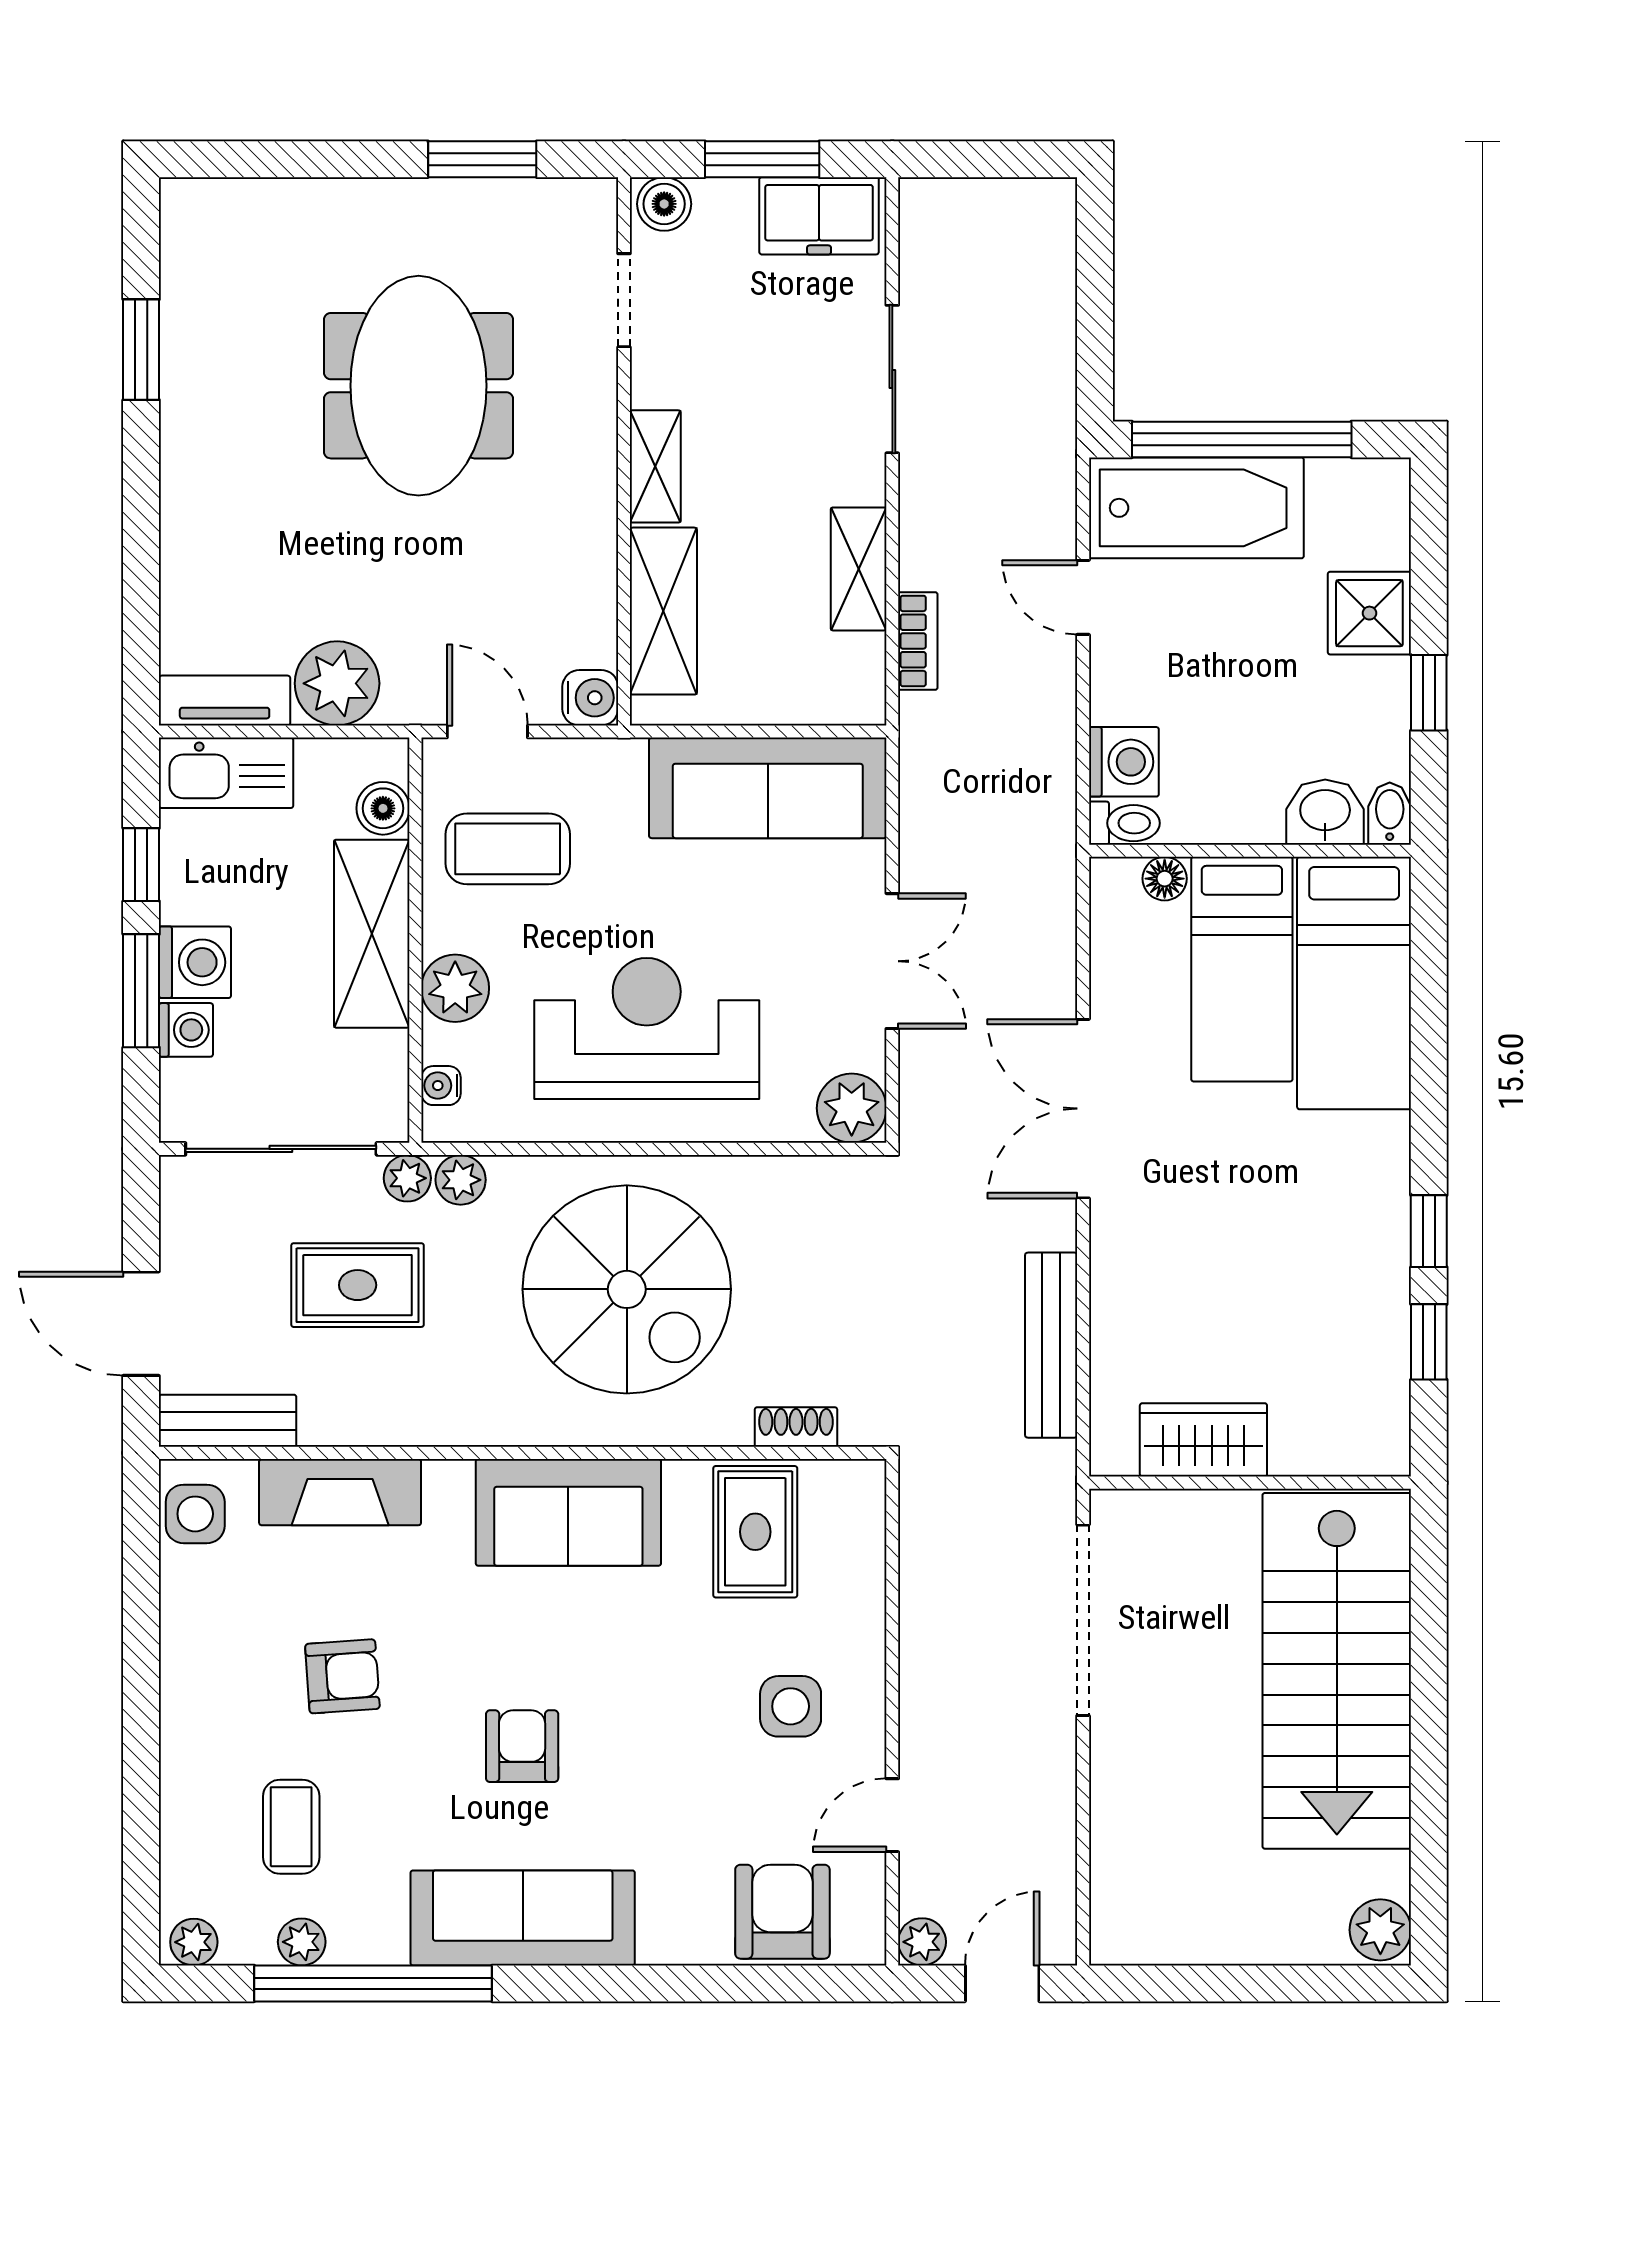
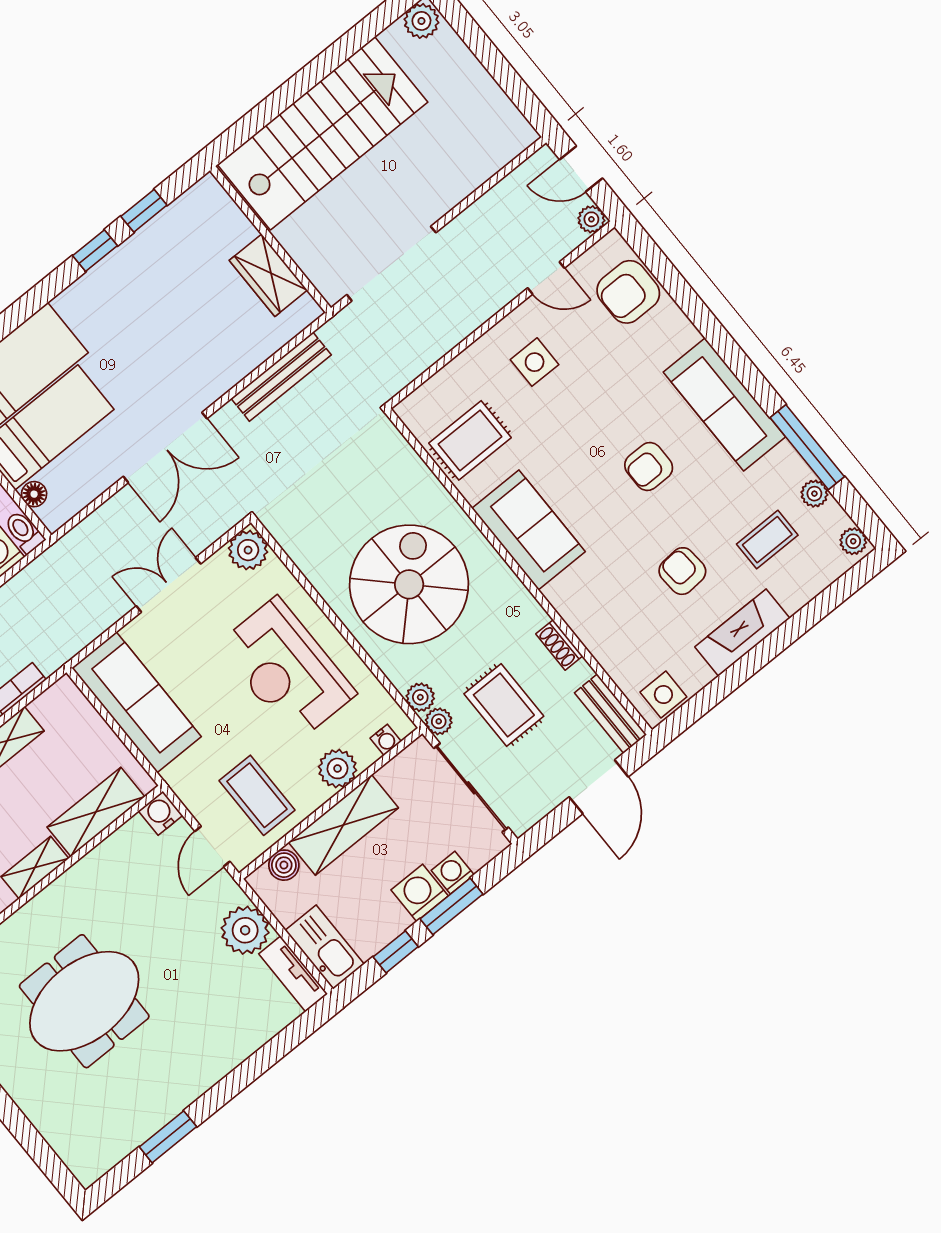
shoe rack: (796, 1427) -> (559, 645), moved
fireplace: (340, 1492) -> (742, 633), moved, turned -90
window: (373, 1983) -> (807, 447), width x0.68

